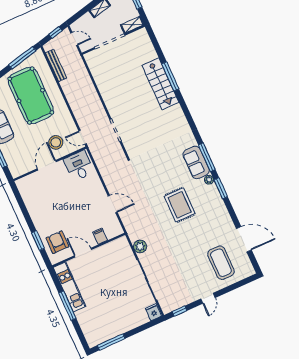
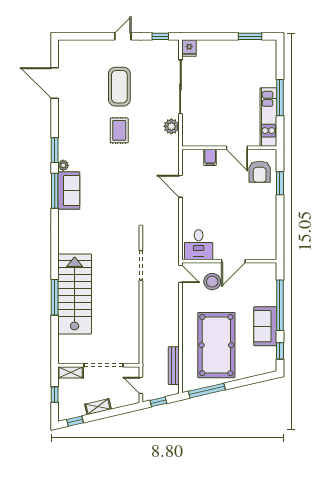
stairs: (160, 84) -> (75, 294), width x1.36, depth x1.51
rug: (180, 205) -> (119, 130), moved, width x0.73, depth x0.70
coffee table: (221, 263) -> (119, 87), moved
window: (111, 342) -> (250, 36), width x0.69

